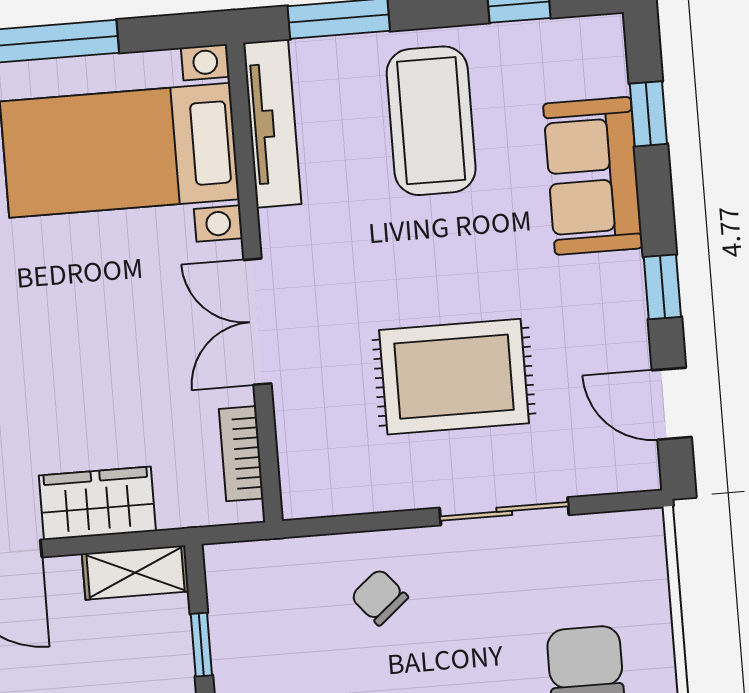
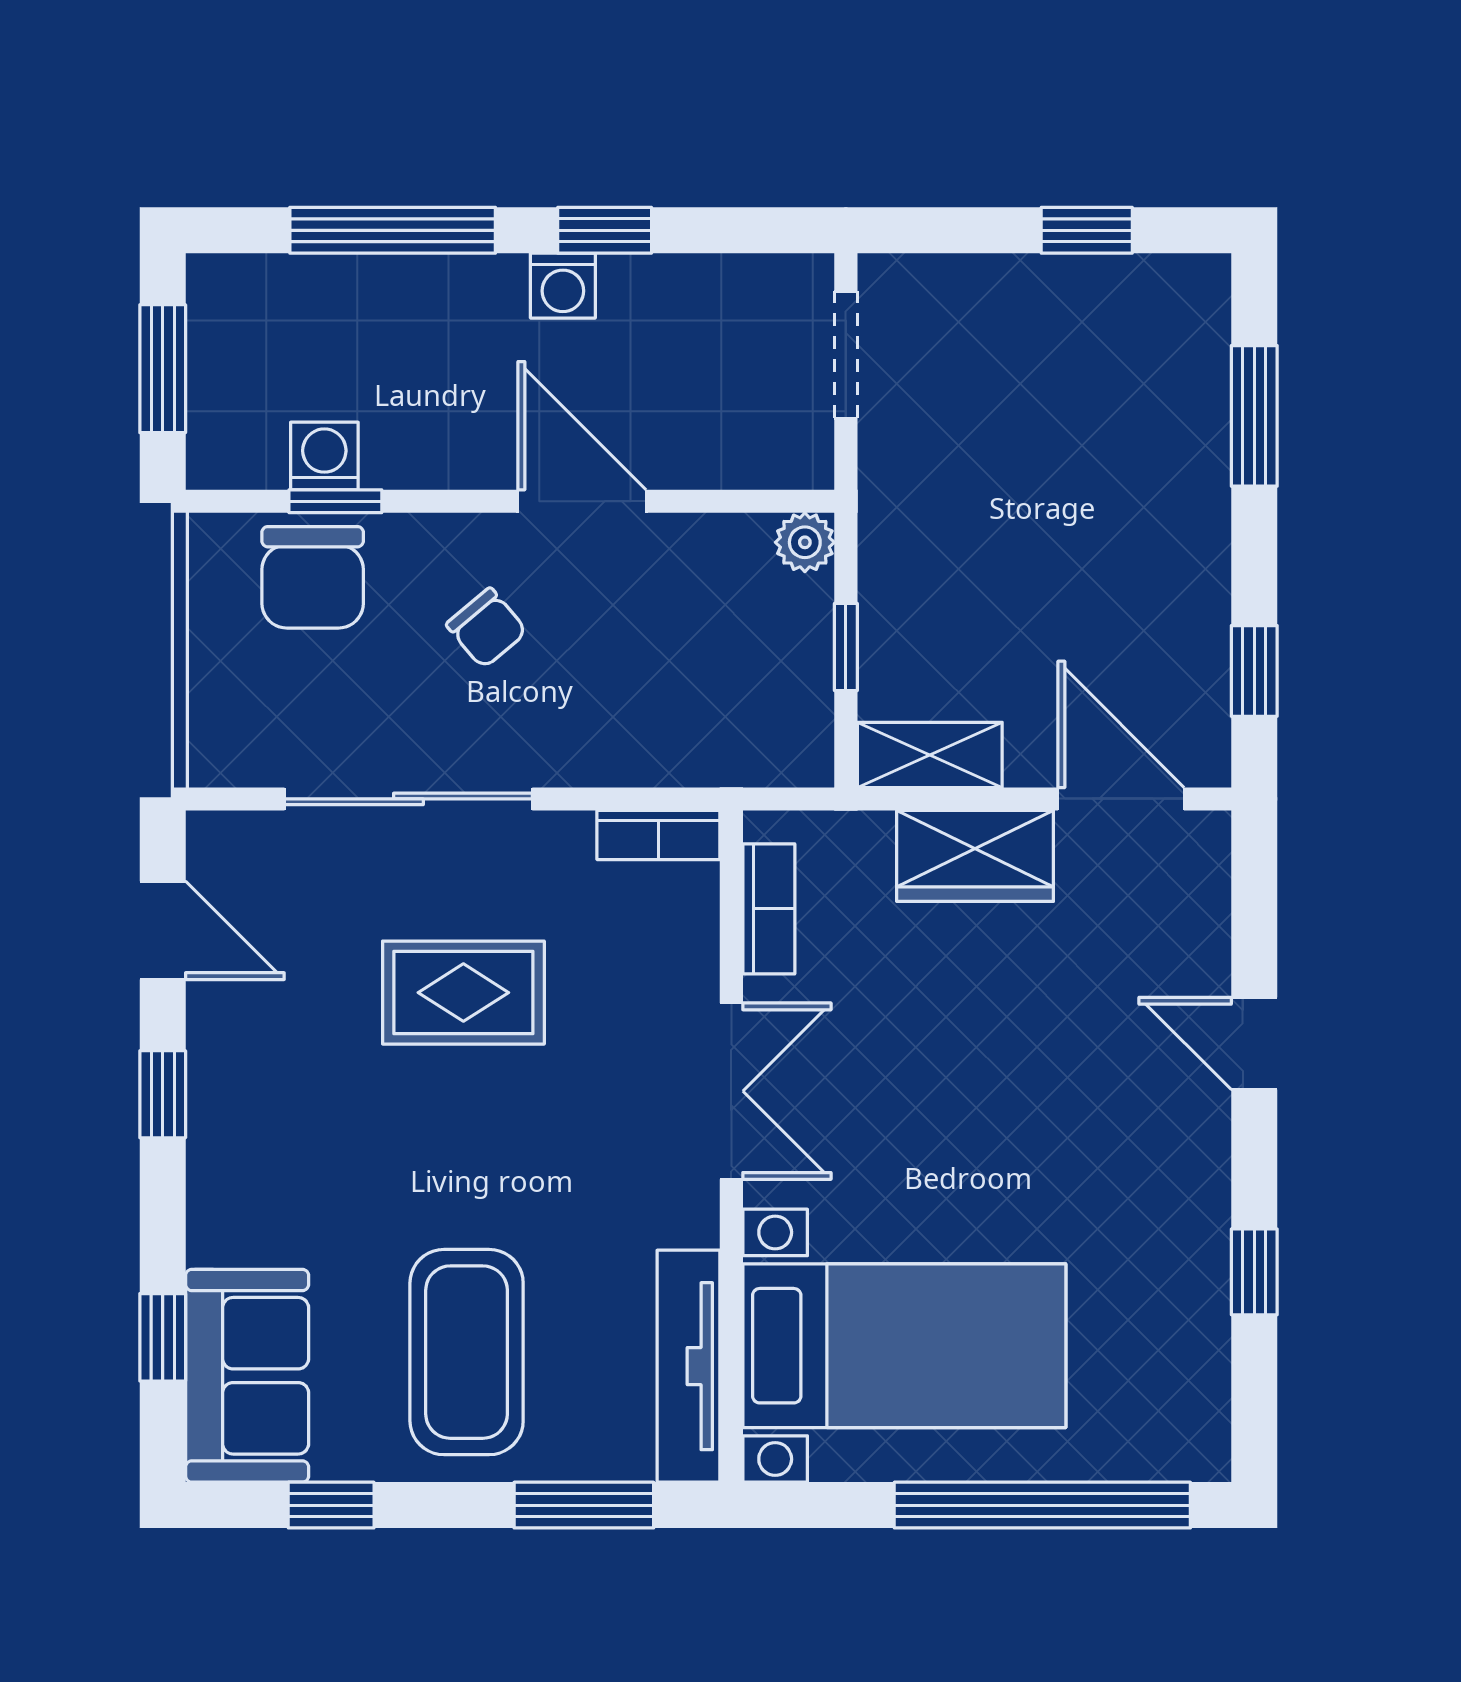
sofa: (593, 176) -> (247, 1376), moved
rug: (454, 377) -> (463, 993), width x0.73, depth x0.70
bookcase: (324, 500) -> (658, 835), added
sliding door: (504, 511) -> (408, 799), width x1.37
chair: (379, 597) -> (487, 628), moved

